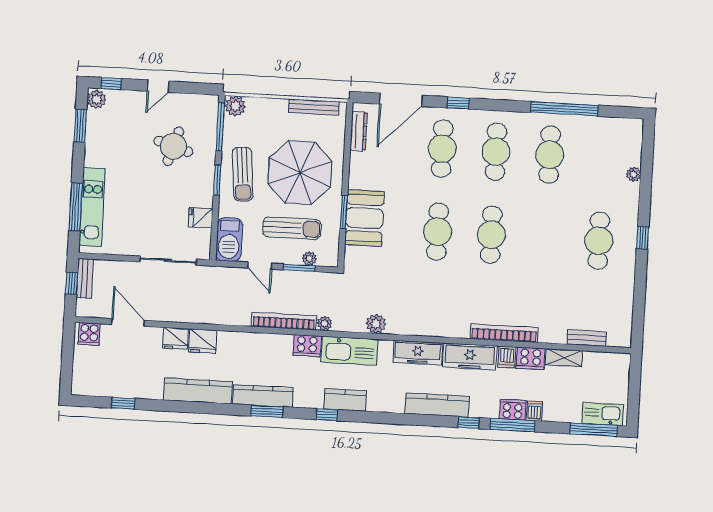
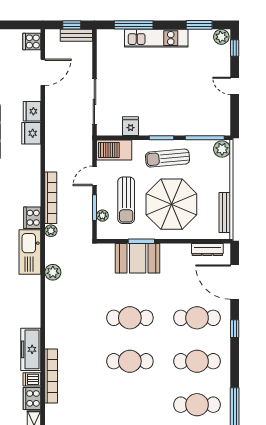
round table: (173, 146) -> (187, 101), removed
kitchen unit: (92, 207) -> (156, 38), moved
freezer: (418, 353) -> (31, 307), removed

